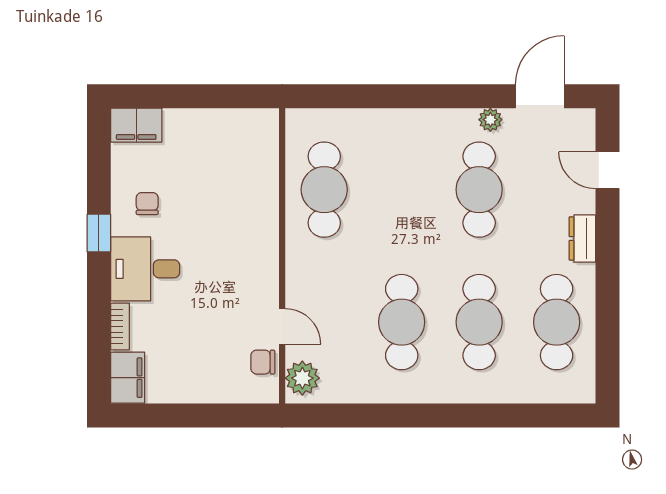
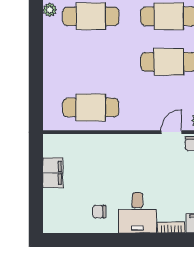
filing cabinet: (136, 125) -> (53, 173), moved
window: (99, 233) -> (116, 240), removed

